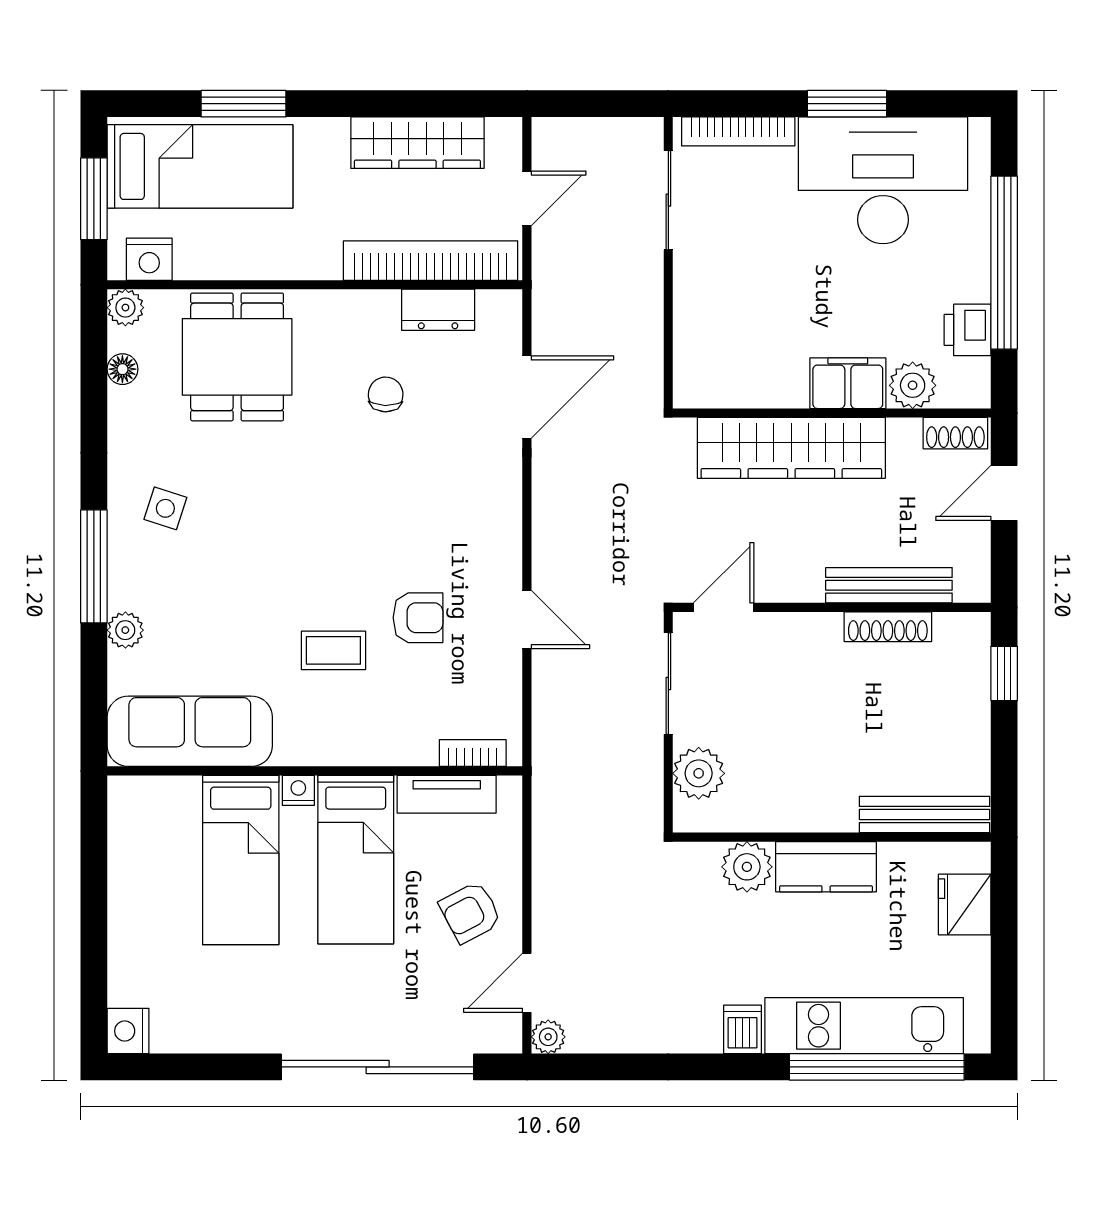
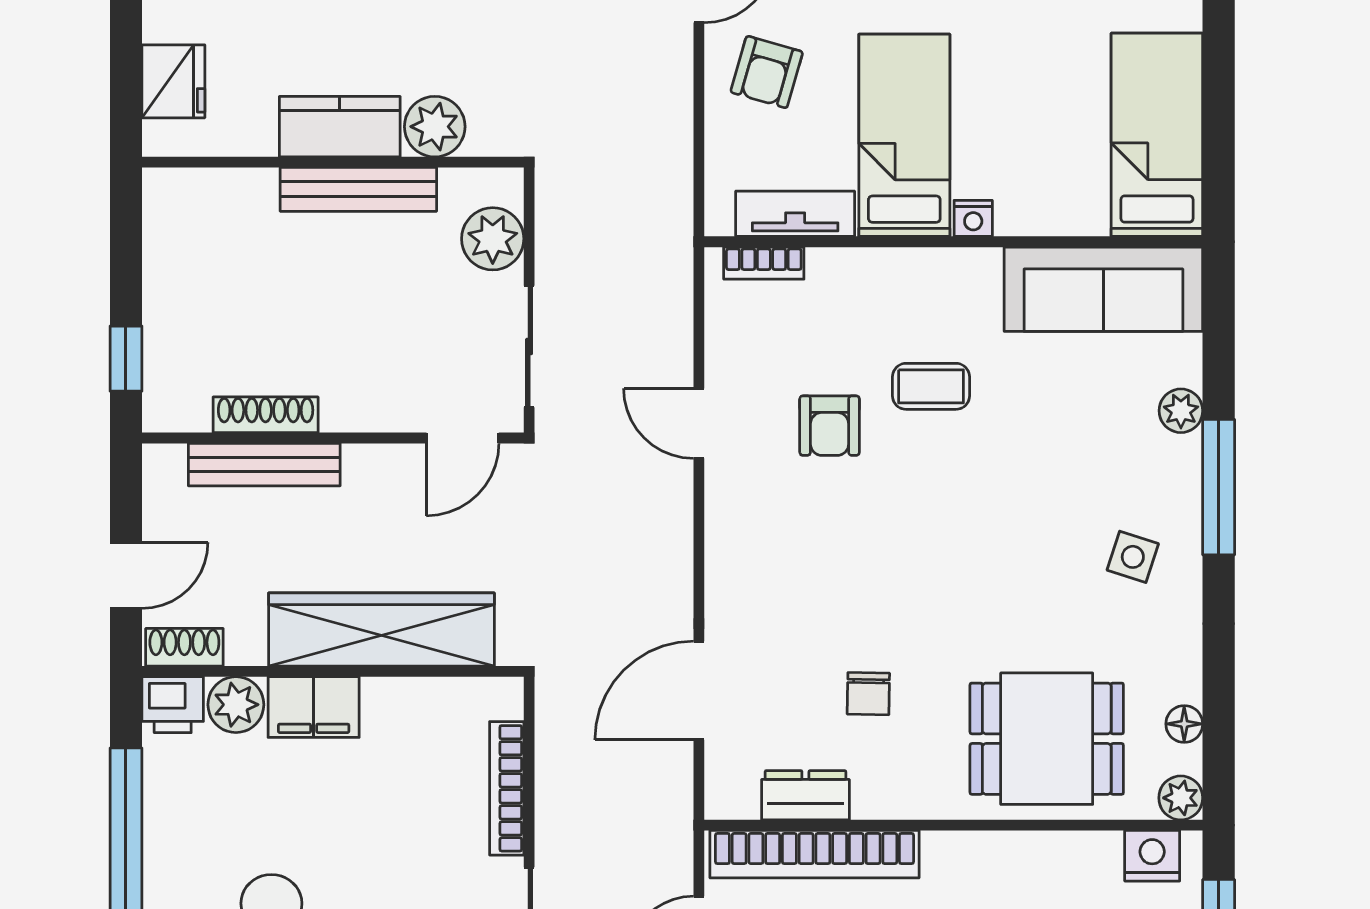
bookcase: (687, 316) -> (507, 788), added
printer: (968, 330) -> (173, 705), moved, turned 90
dining table: (237, 357) -> (1047, 739), turned 90
armchair: (418, 618) -> (830, 426), turned -90
bench: (925, 815) -> (358, 189), moved
bed: (241, 860) -> (1157, 135), moved
armchair: (470, 912) -> (767, 72), turned 134

